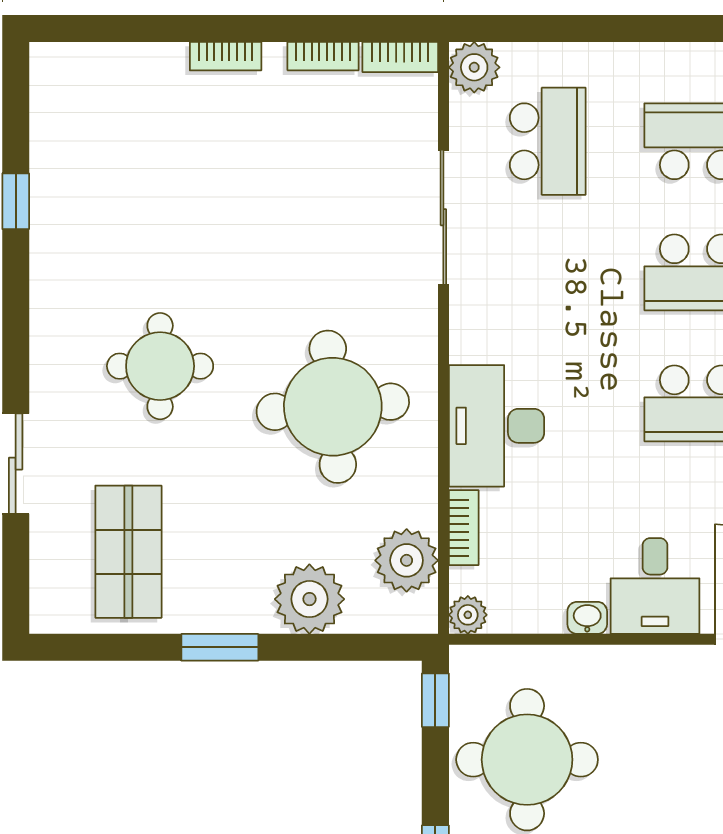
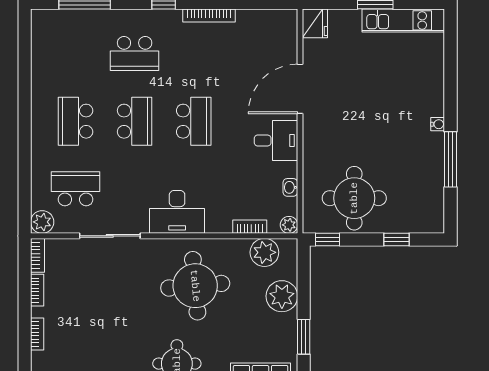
desk: (496, 426) -> (177, 212), moved
washbasin: (587, 618) -> (290, 187), moved

